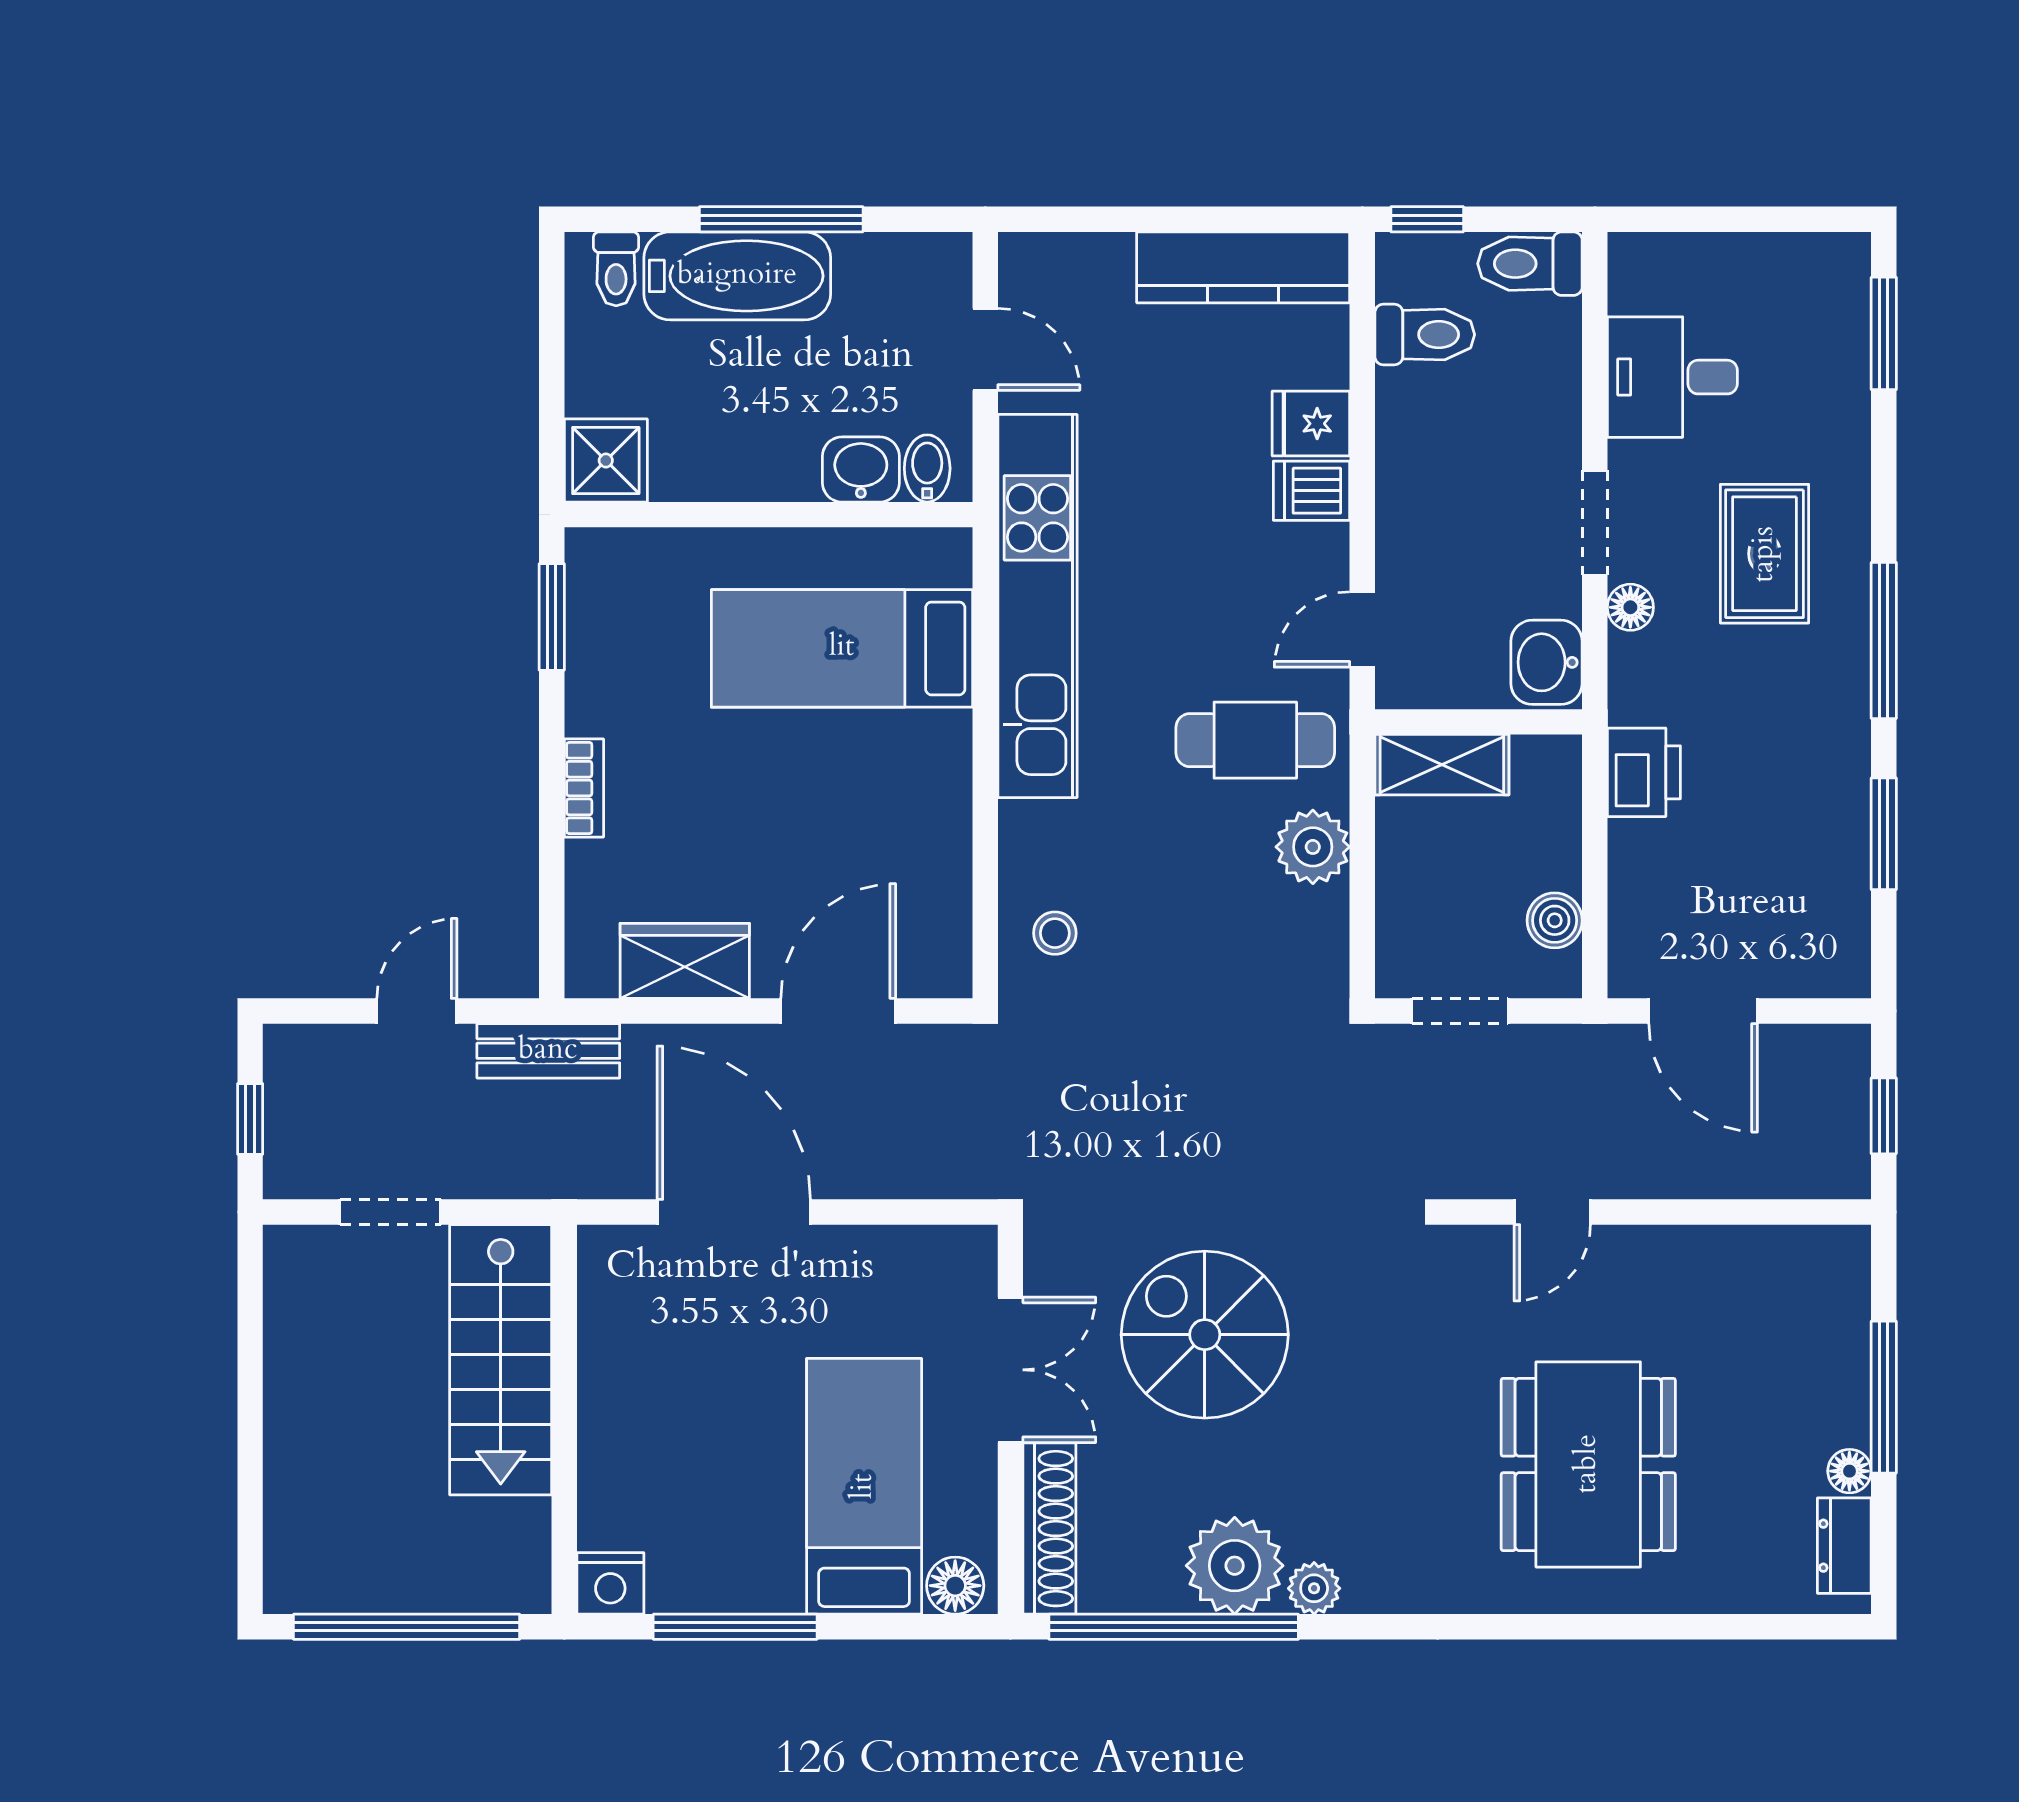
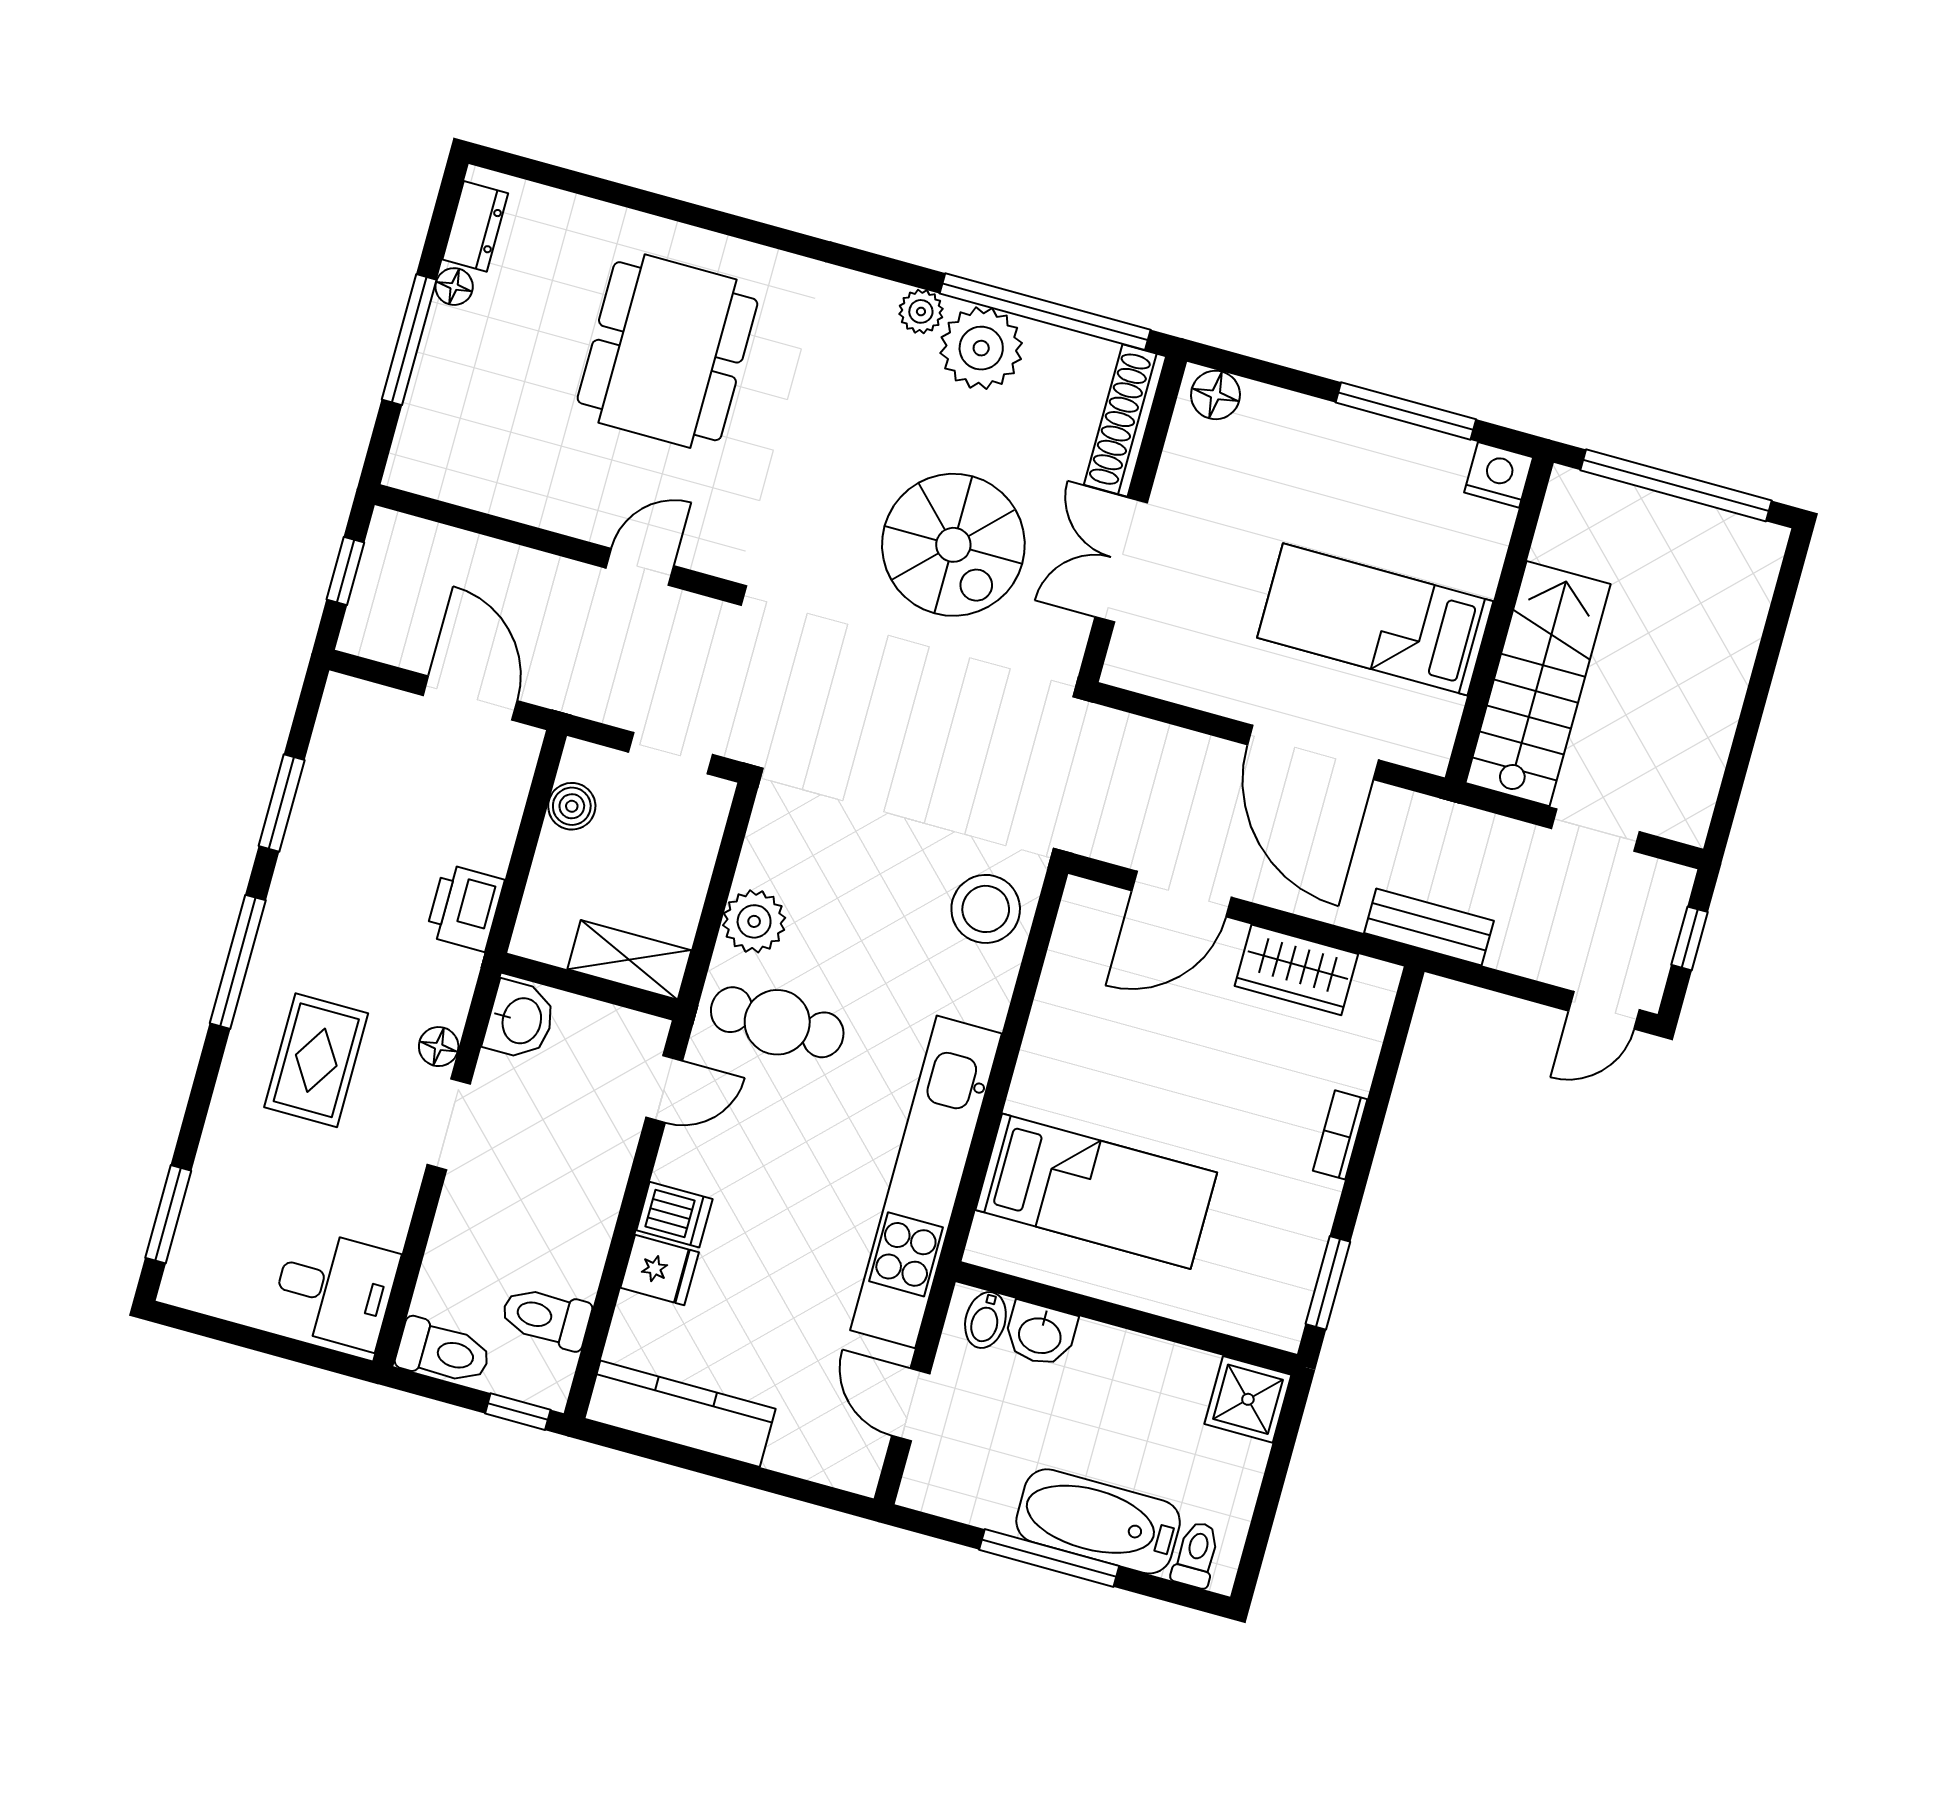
desk: (1672, 377) -> (335, 1289), moved
stool: (1055, 933) -> (986, 909), width x1.89, depth x1.89
door: (417, 1011) -> (1604, 1010), moved
bed: (864, 1486) -> (1375, 619), moved, turned 90

